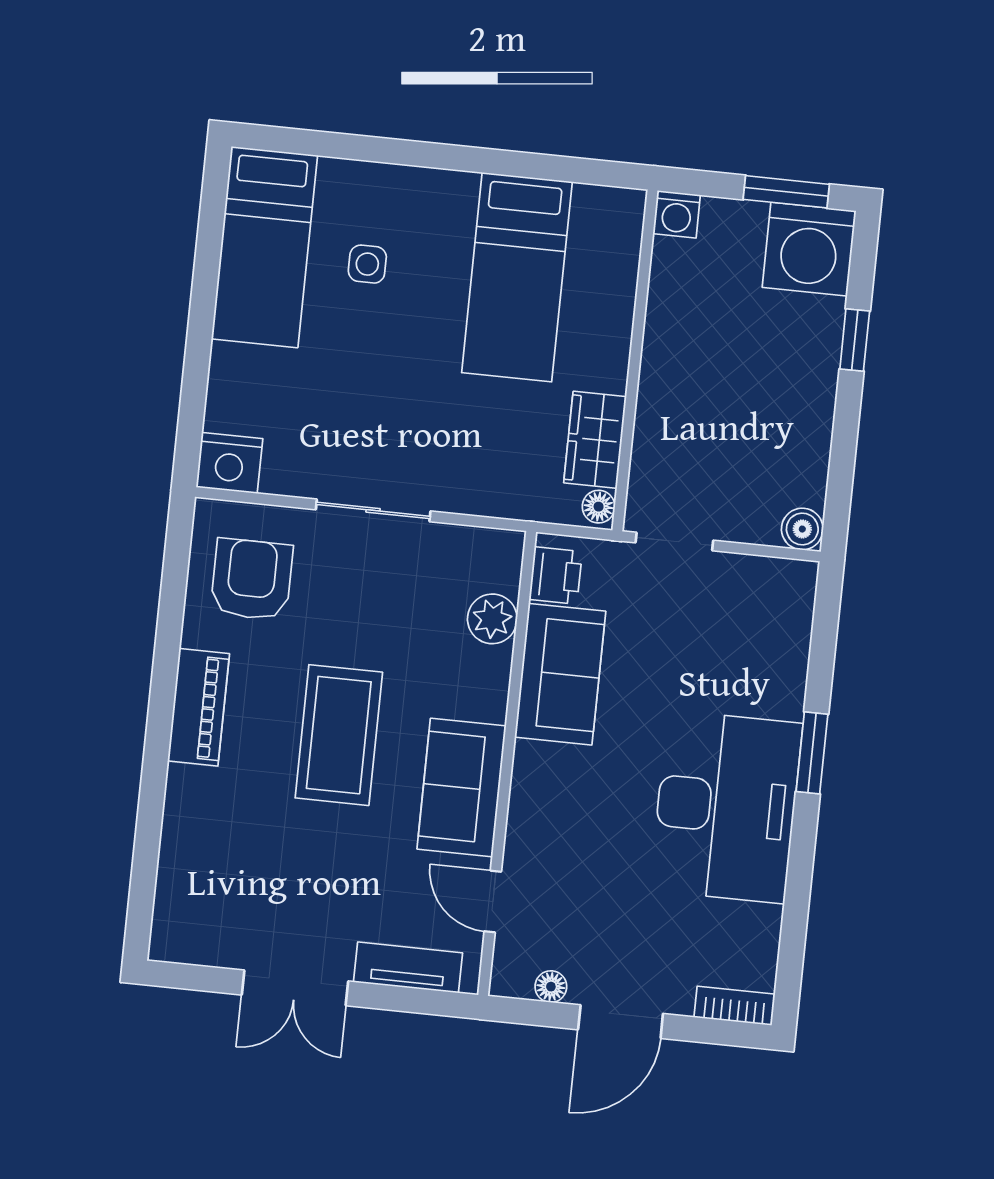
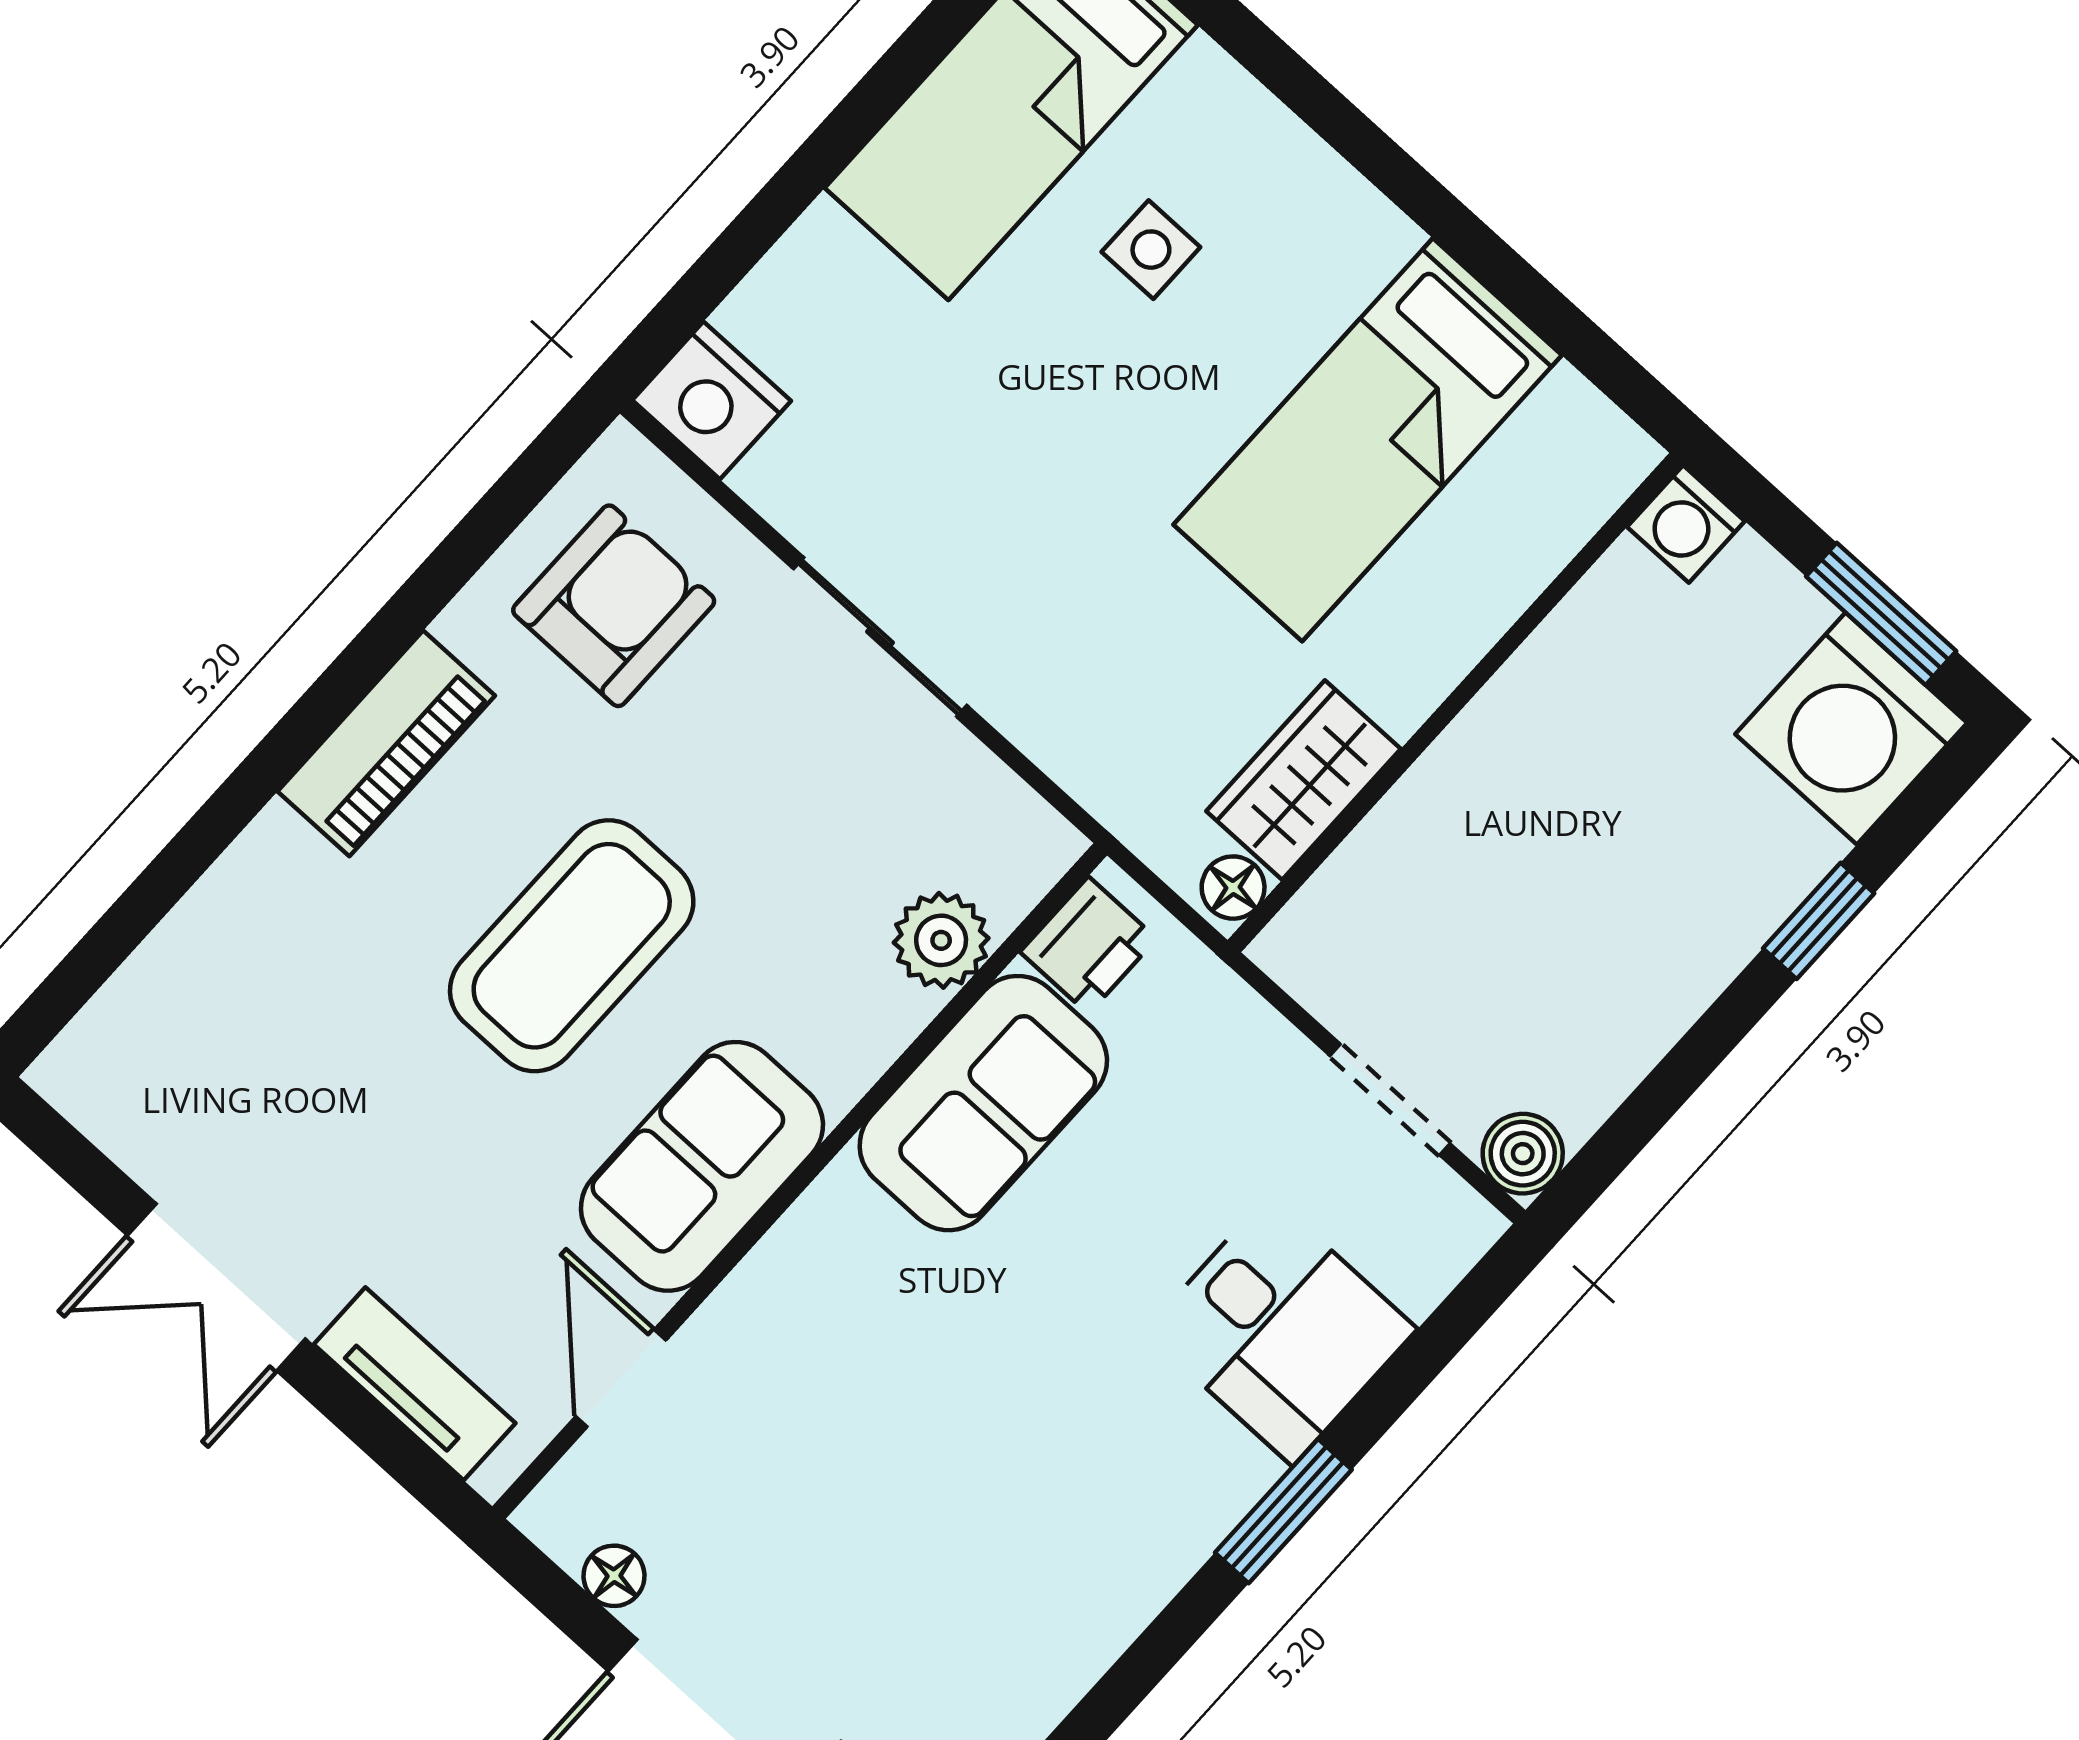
doorway: (674, 542) -> (1390, 1100), moved
desk: (726, 807) -> (1281, 1330), moved, width x0.53, depth x0.77

